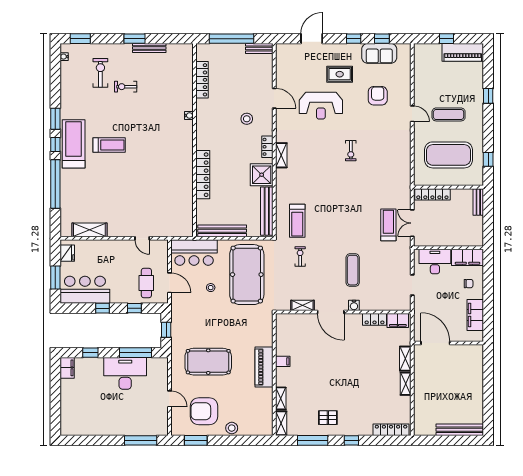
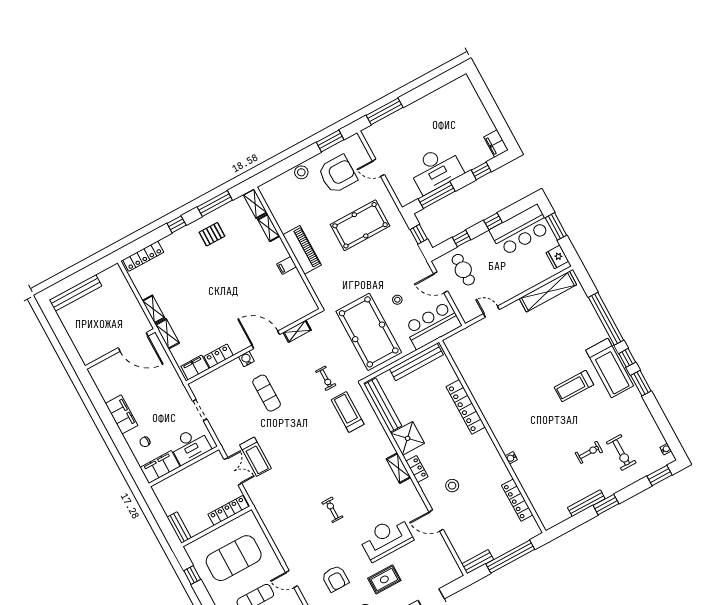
shelving: (89, 230) -> (548, 292), width x1.47
door: (435, 343) -> (133, 342), moved
wall: (449, 343) -> (120, 349), moved

